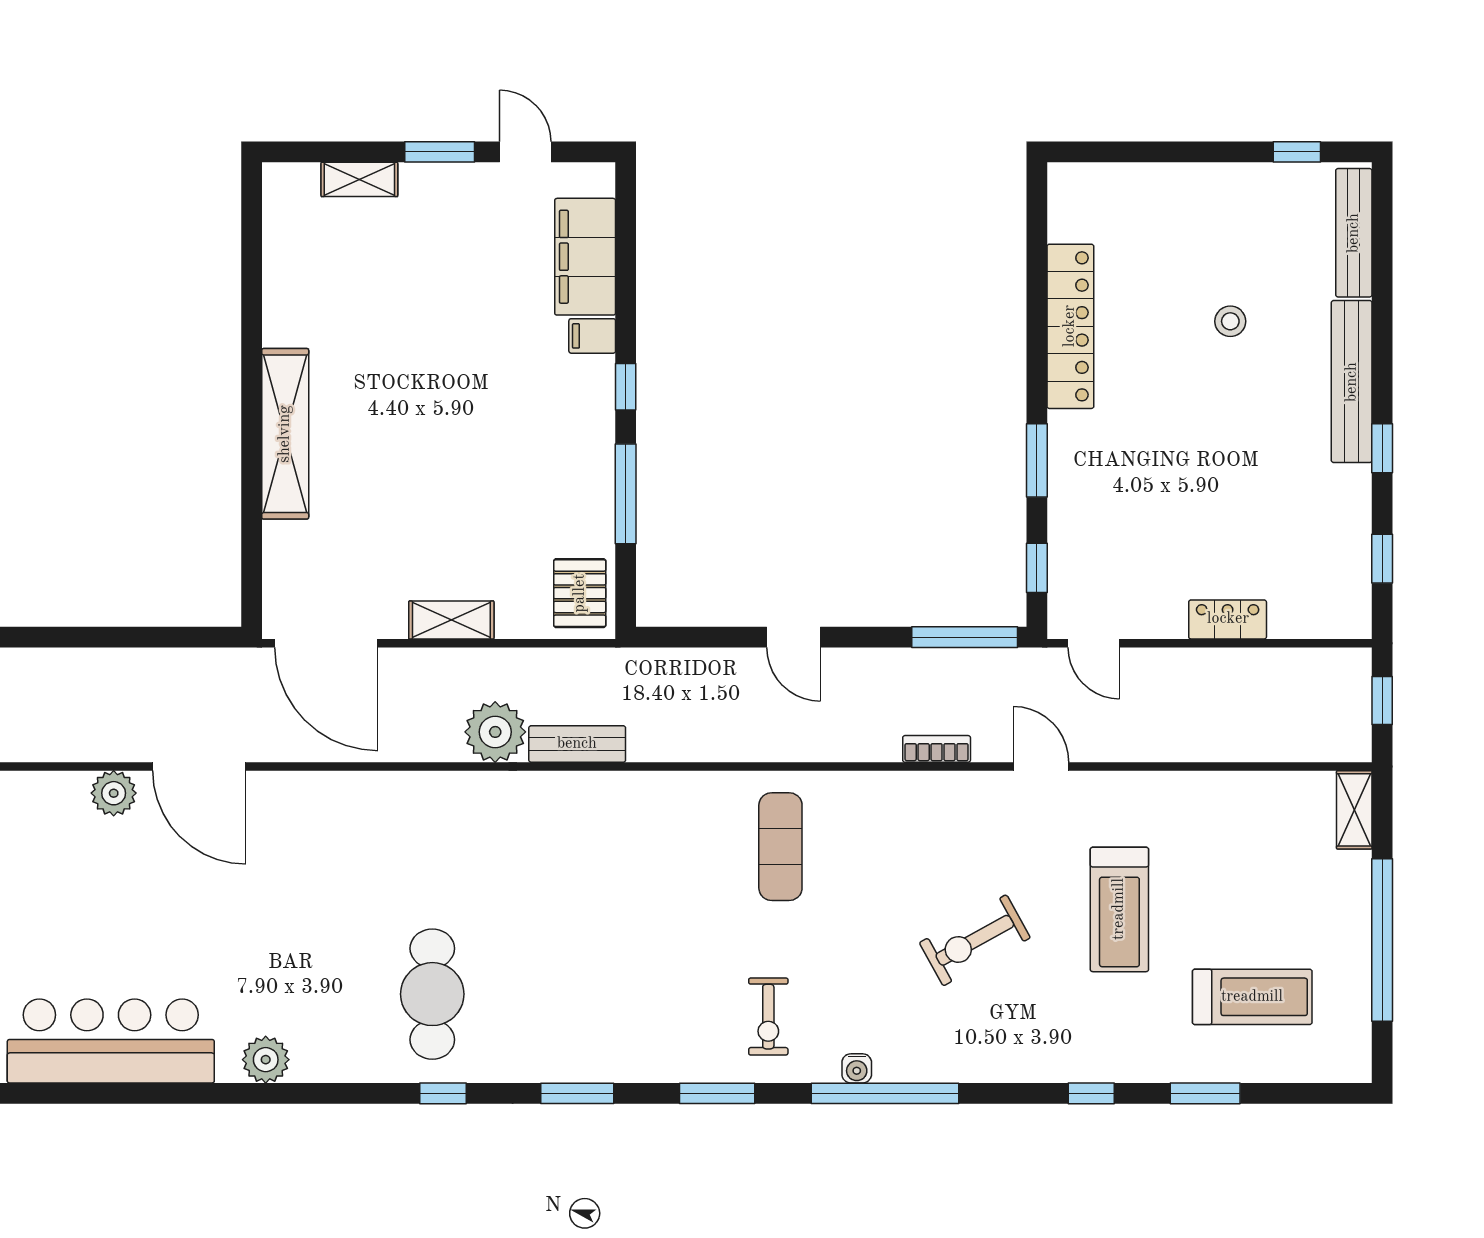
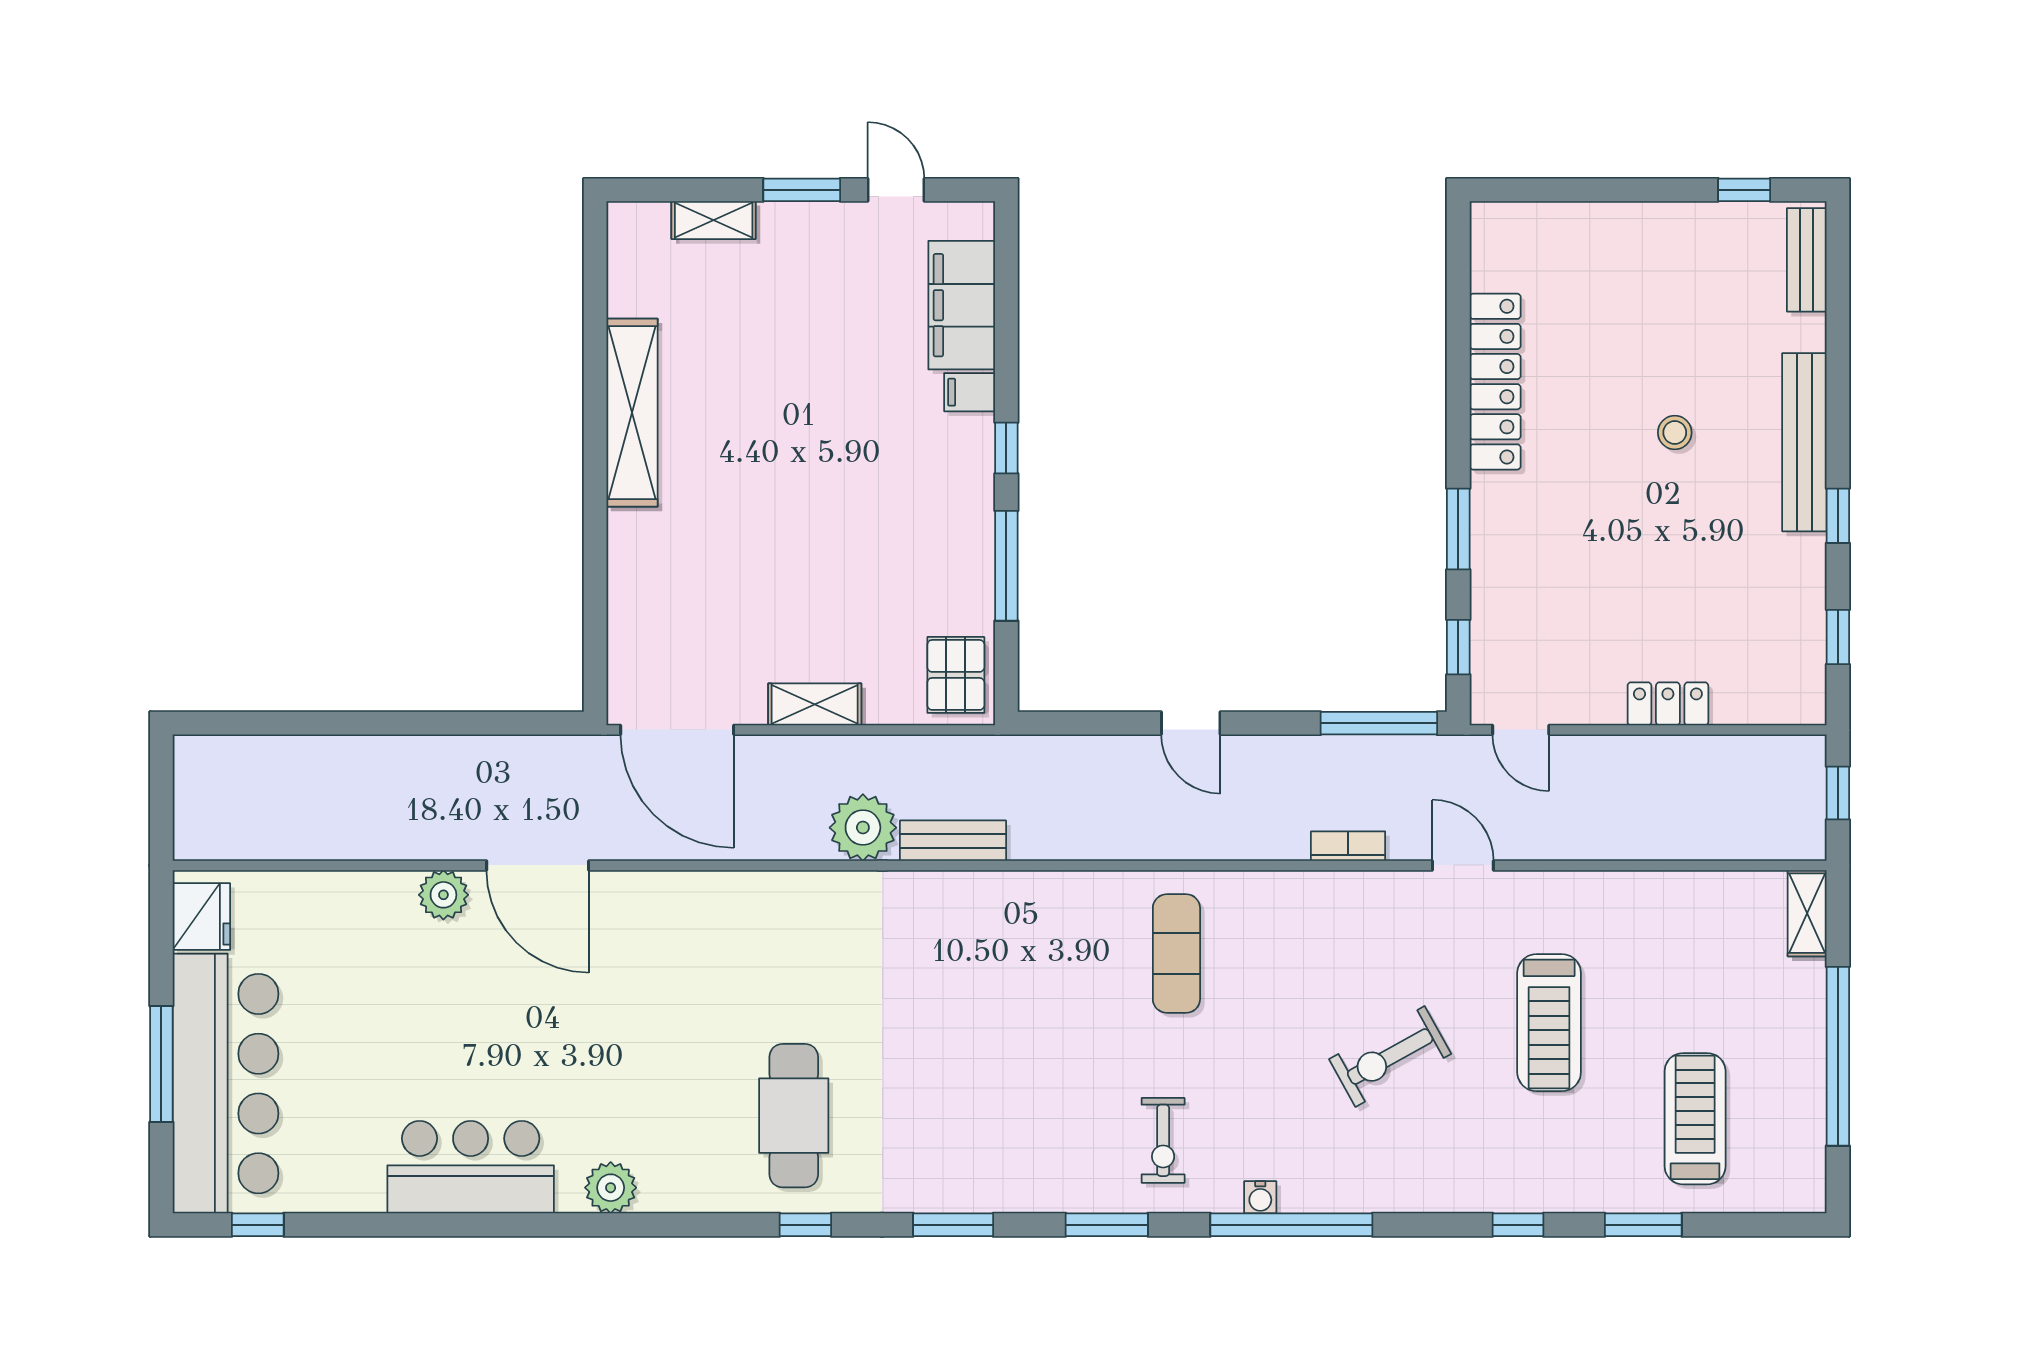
bench: (1354, 233) -> (1807, 260), width x0.73
stool: (1230, 321) -> (1675, 433), moved
shelving: (285, 434) -> (632, 413), moved
treadmill: (1252, 997) -> (1695, 1119), turned -90
bar counter: (111, 1041) -> (471, 1167), width x0.73

